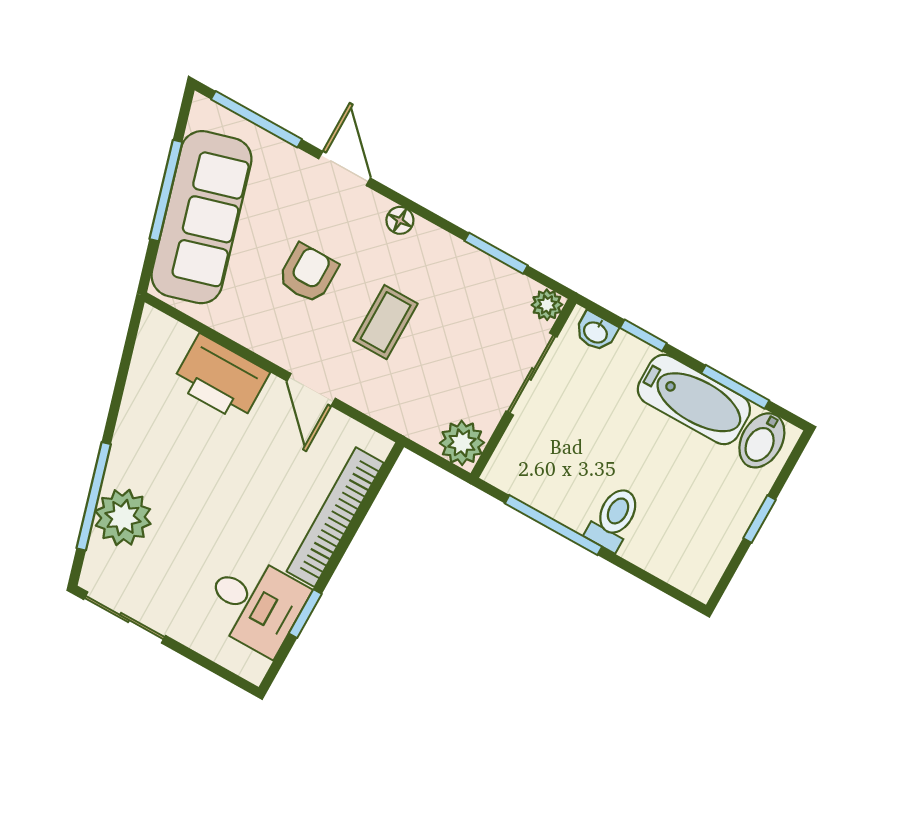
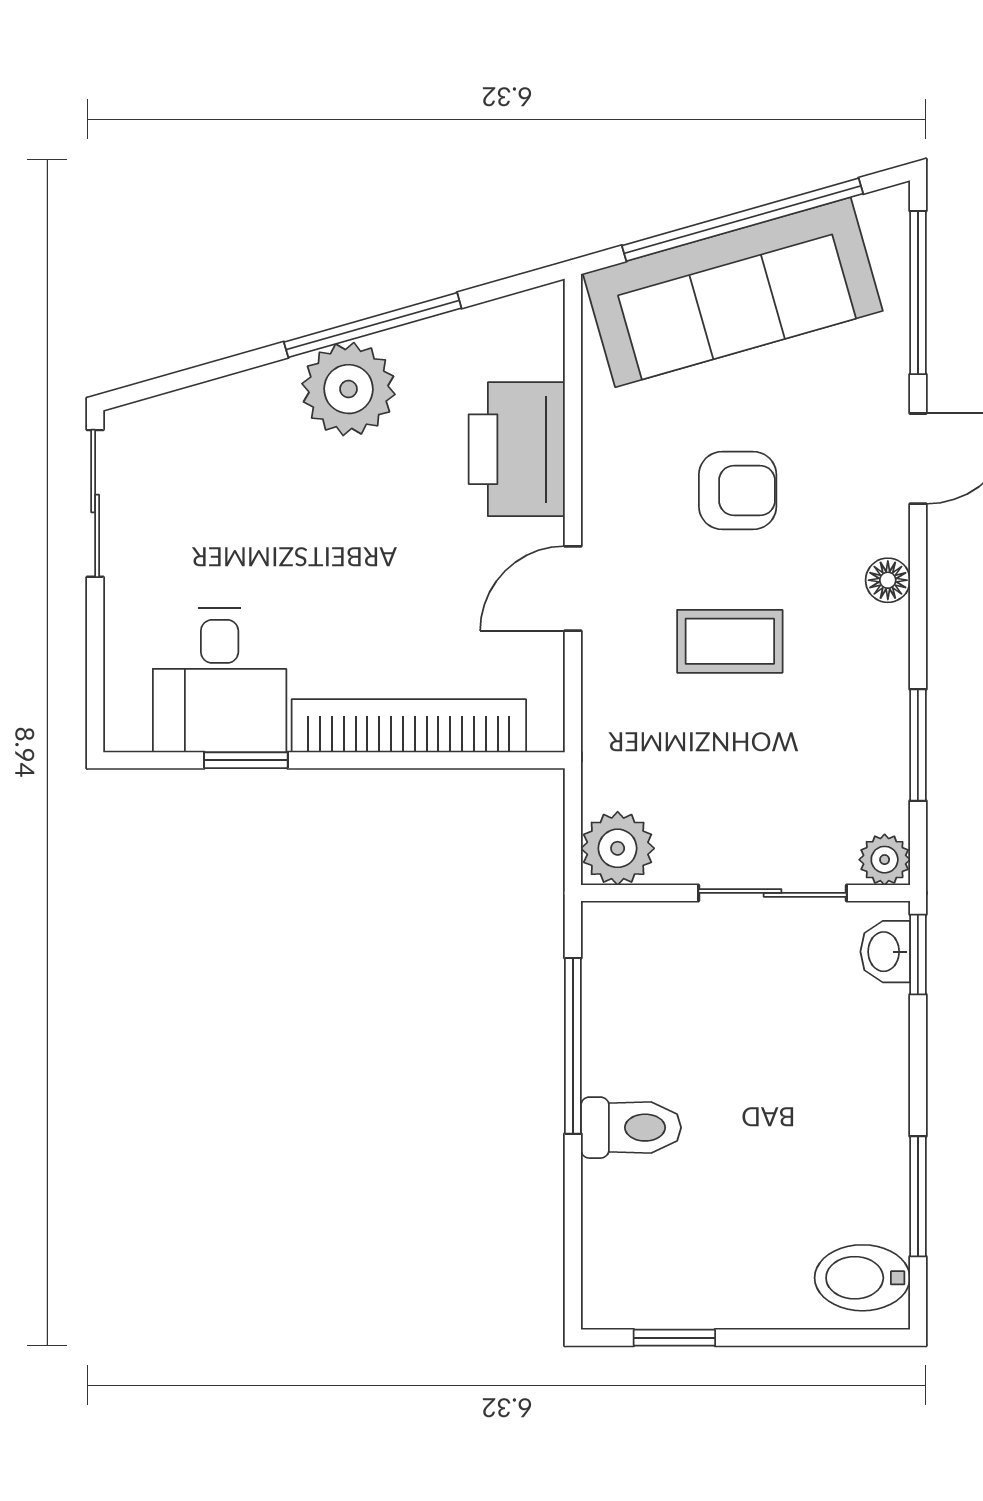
window: (166, 191) -> (742, 220), width x1.46
window: (643, 335) -> (918, 955), moved
bathtub: (694, 399) -> (867, 1147), removed
window: (94, 496) -> (373, 325), moved
plant: (123, 517) -> (348, 389), moved
window: (759, 519) -> (674, 1338), moved

